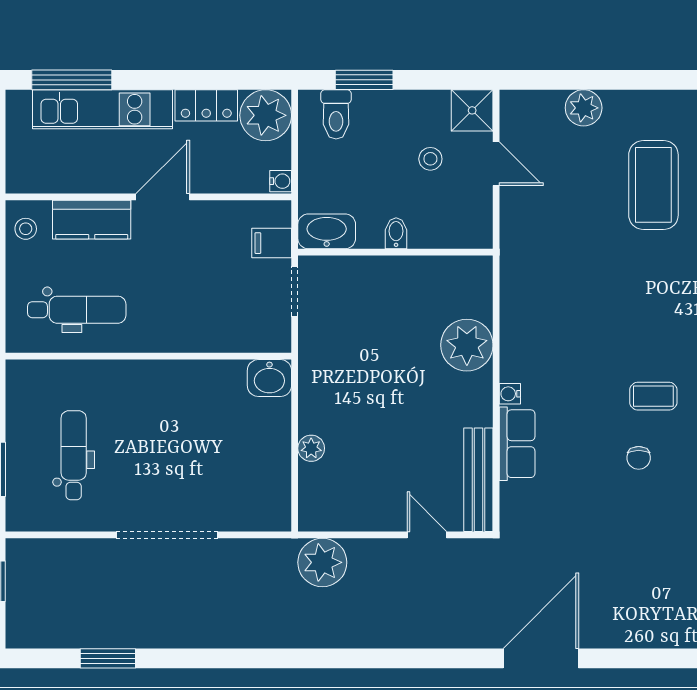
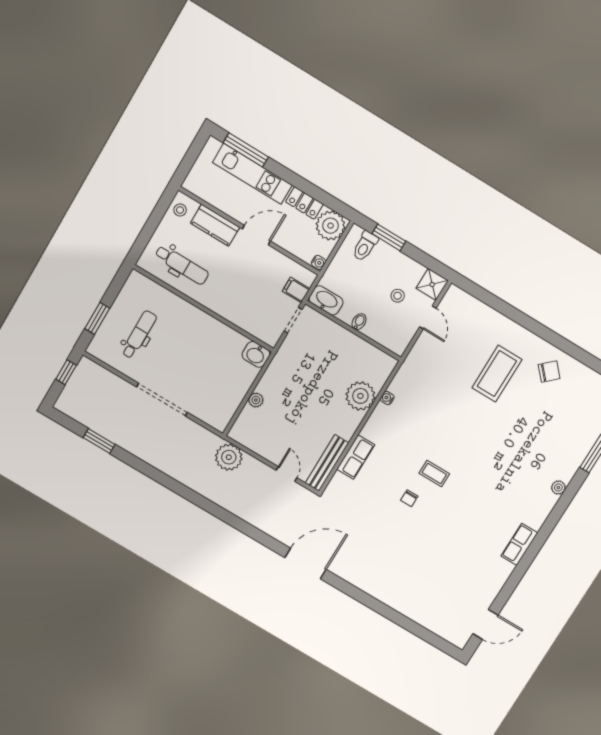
plant: (584, 108) -> (487, 316), removed
water cooler: (510, 394) -> (387, 398), moved

